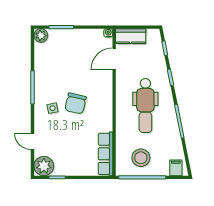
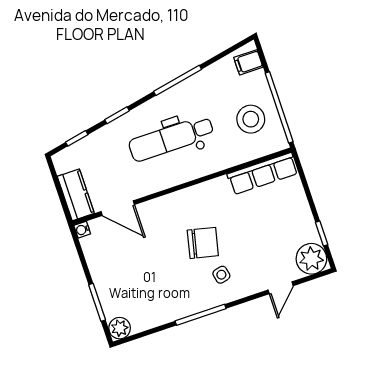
dental chair: (145, 106) -> (171, 138), turned 180

